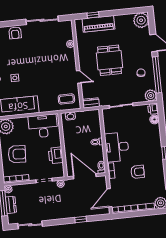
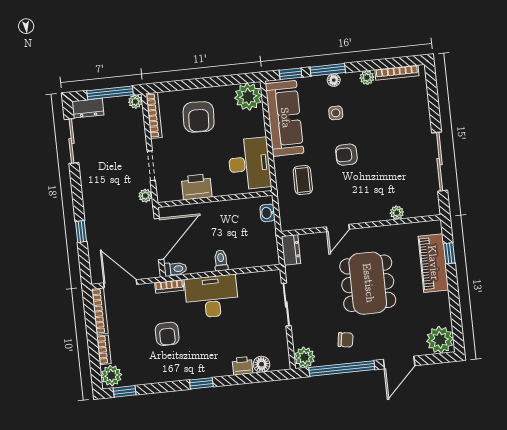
armchair: (15, 33) -> (346, 155), moved
dining table: (109, 60) -> (368, 283), width x1.37
coffee table: (66, 99) -> (303, 180), moved
printer: (153, 109) -> (242, 366), moved
dresser: (11, 205) -> (88, 108), moved

